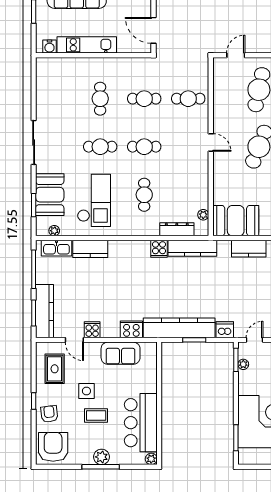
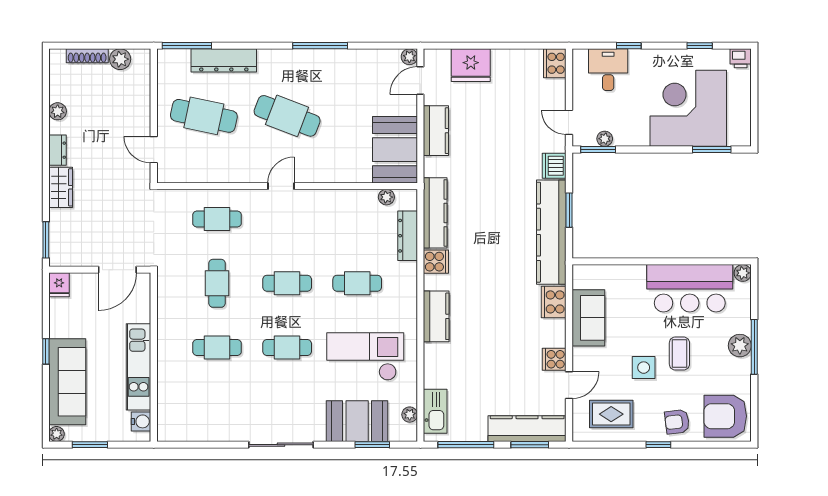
cafe table: (188, 99) -> (217, 219), turned 90
cafe table: (100, 147) -> (287, 347), turned 90
cafe table: (144, 147) -> (287, 283), turned 90
kitchen counter: (90, 249) -> (436, 316), moved

